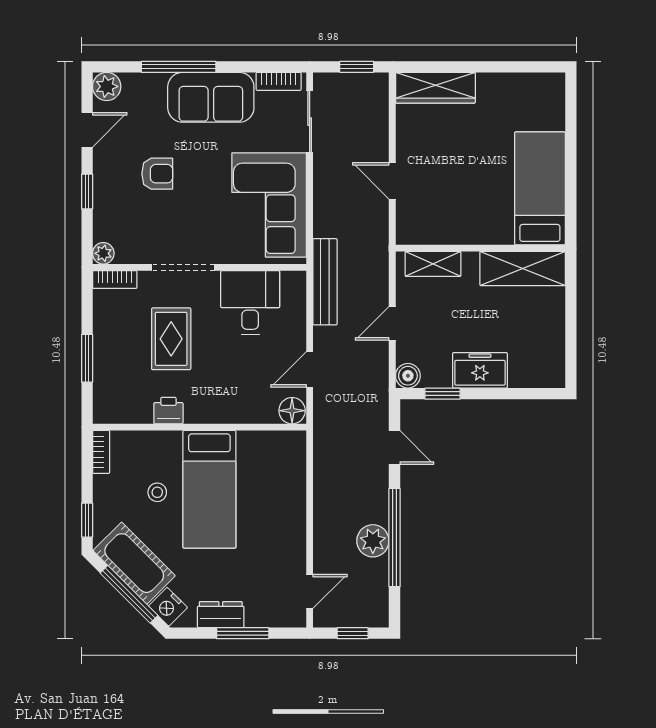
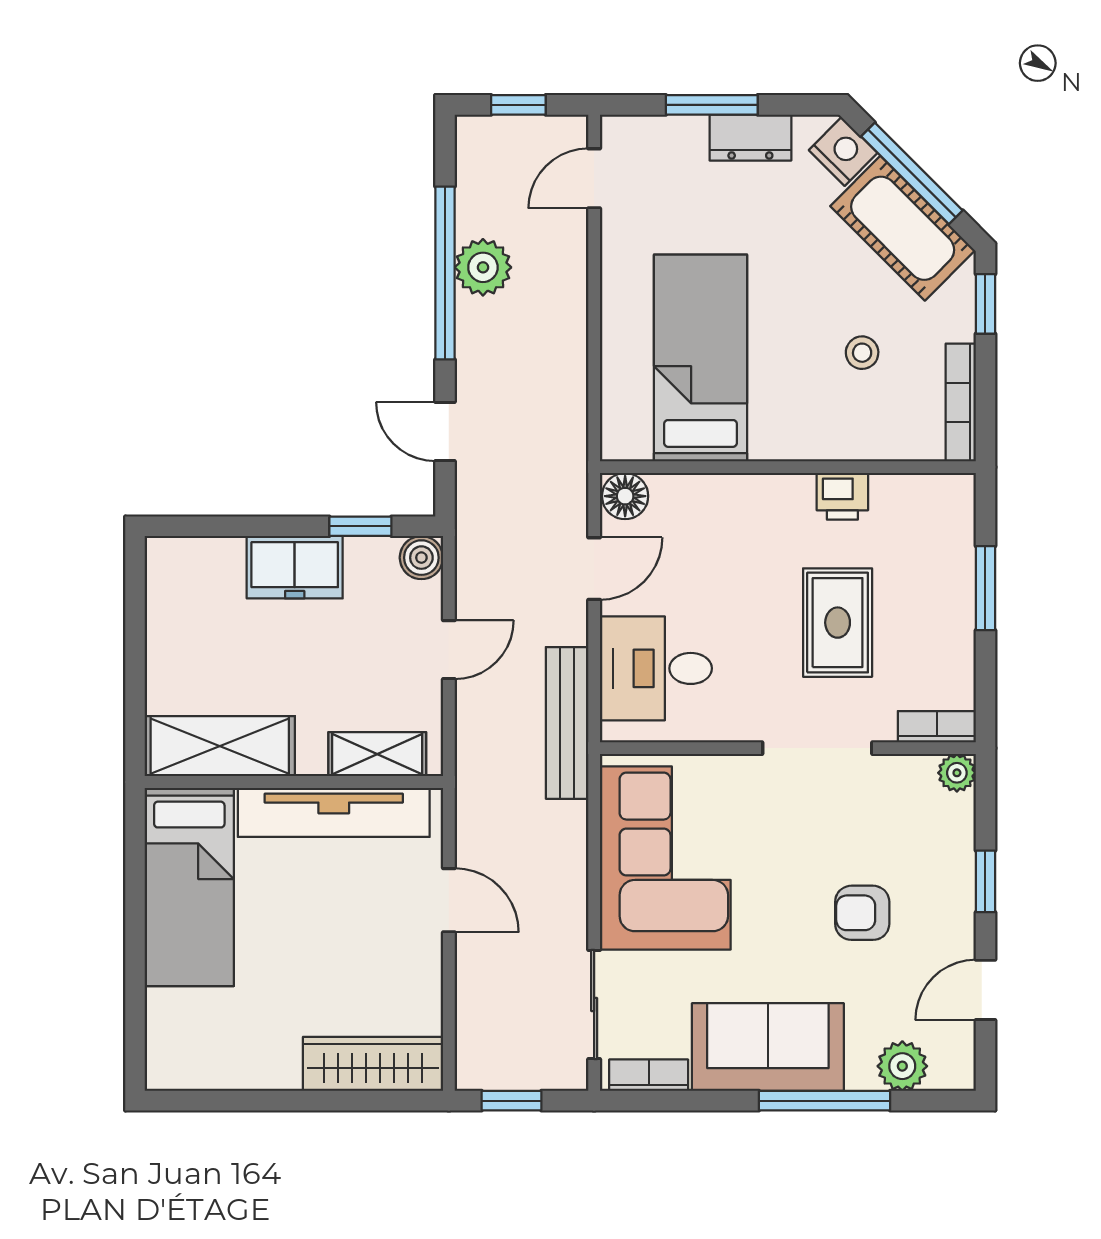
plant: (107, 86) -> (902, 1066), moved
tv unit: (458, 231) -> (334, 812), added
desk: (250, 303) -> (656, 668), moved, turned 90
bookcase: (101, 452) -> (961, 402), width x1.56
bed: (209, 489) -> (701, 358), moved

